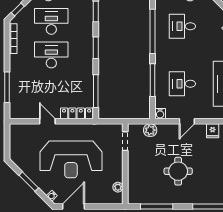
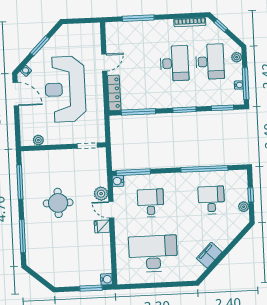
window: (152, 80) -> (133, 172), moved
plant: (150, 130) -> (101, 194), moved
fridge: (213, 131) -> (102, 226), moved

